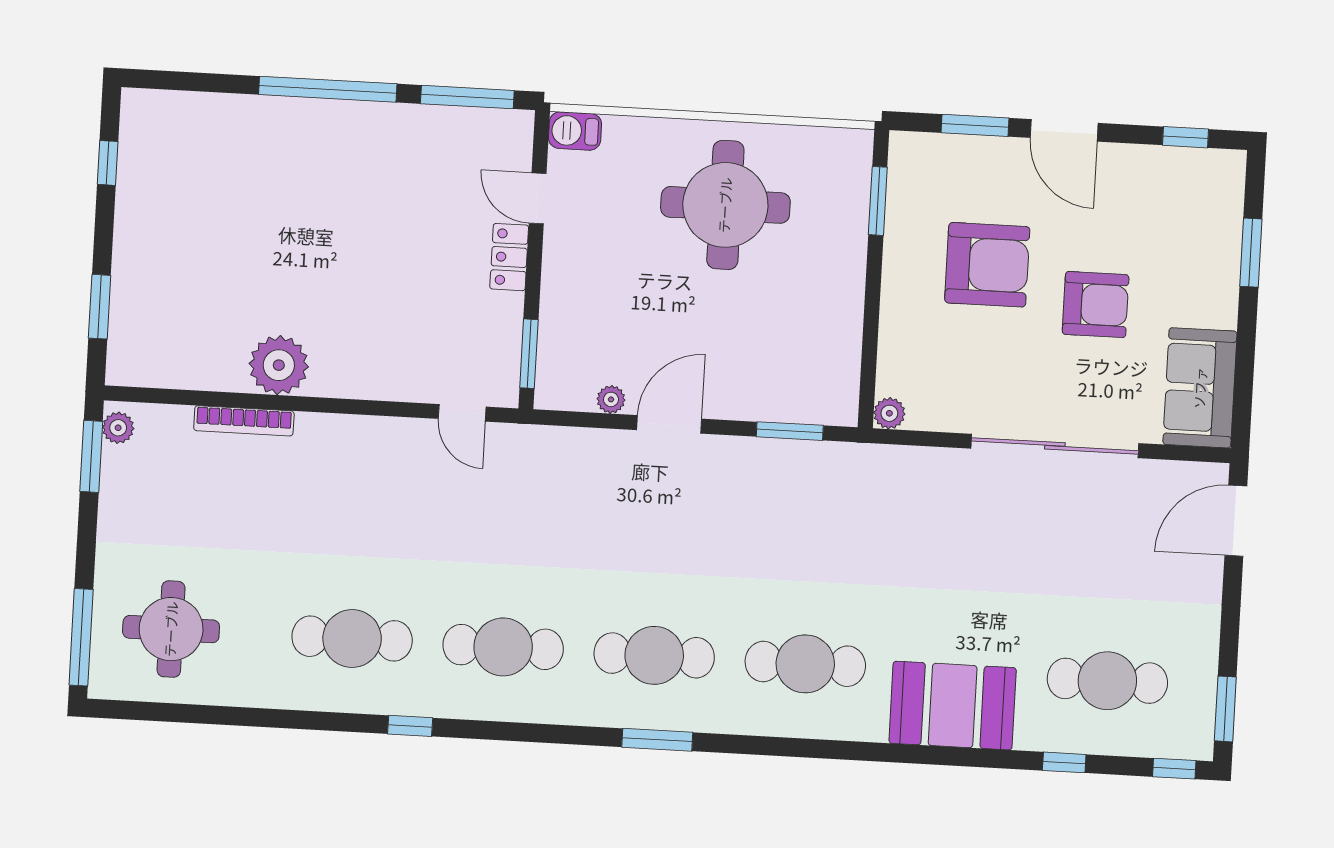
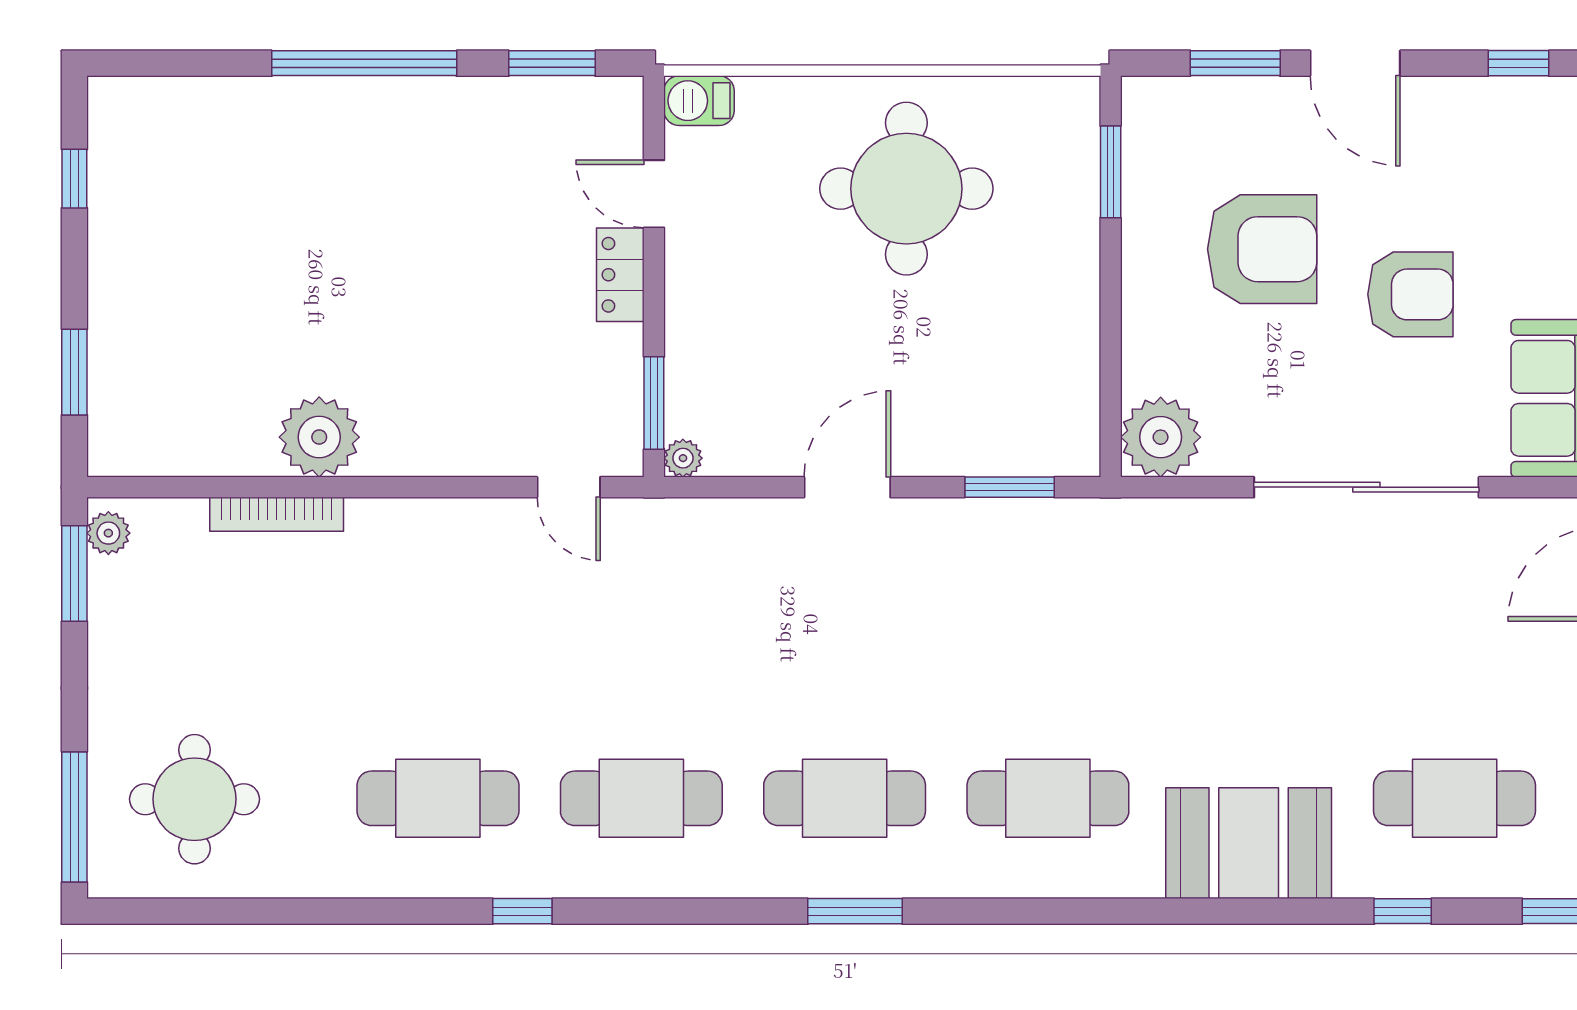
window: (467, 97) -> (552, 63), width x0.69
plant: (611, 399) -> (683, 458), moved
plant: (889, 413) -> (1161, 437), width x1.87, depth x1.87

